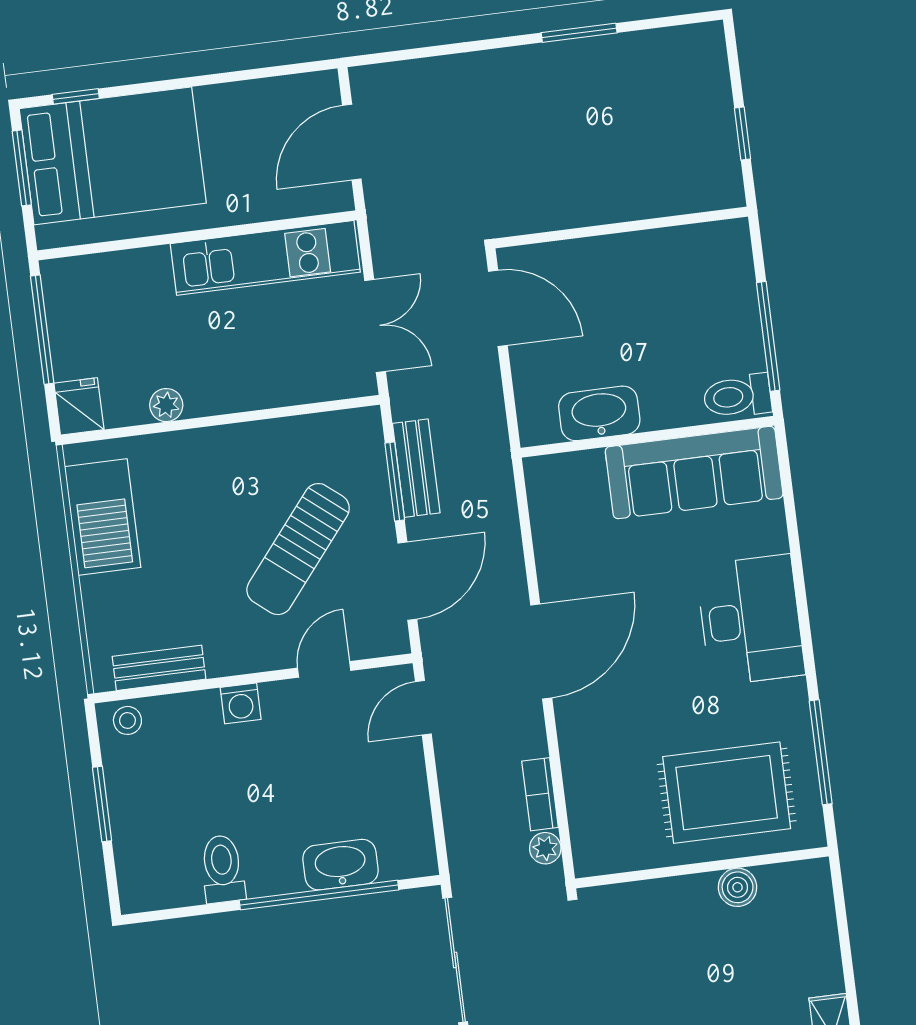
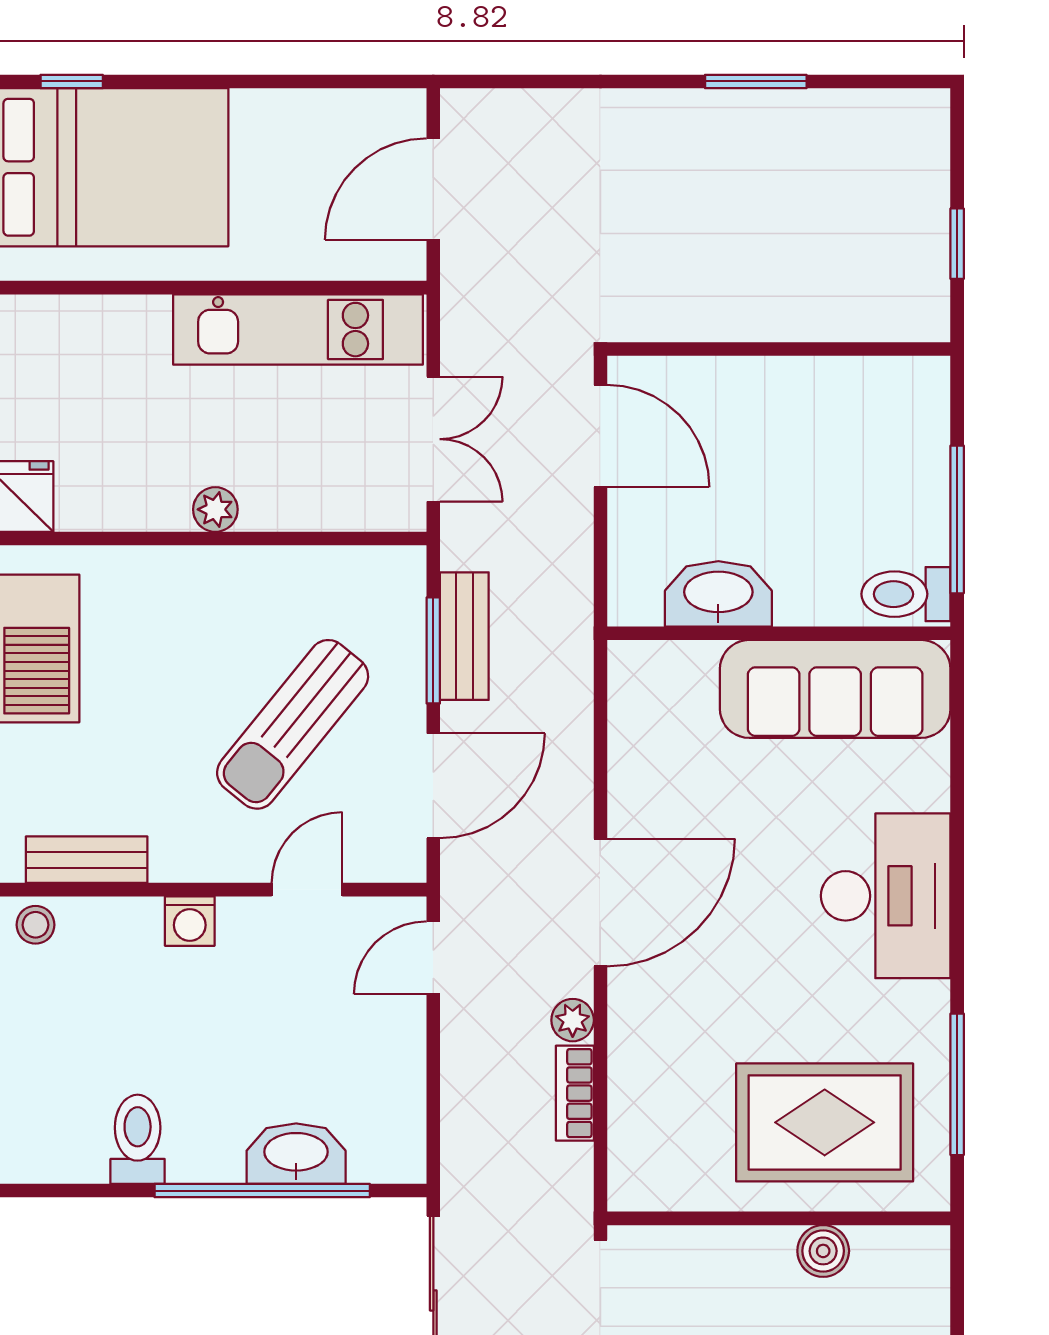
plant: (166, 405) -> (215, 509), moved
plant: (545, 848) -> (573, 1020), moved

